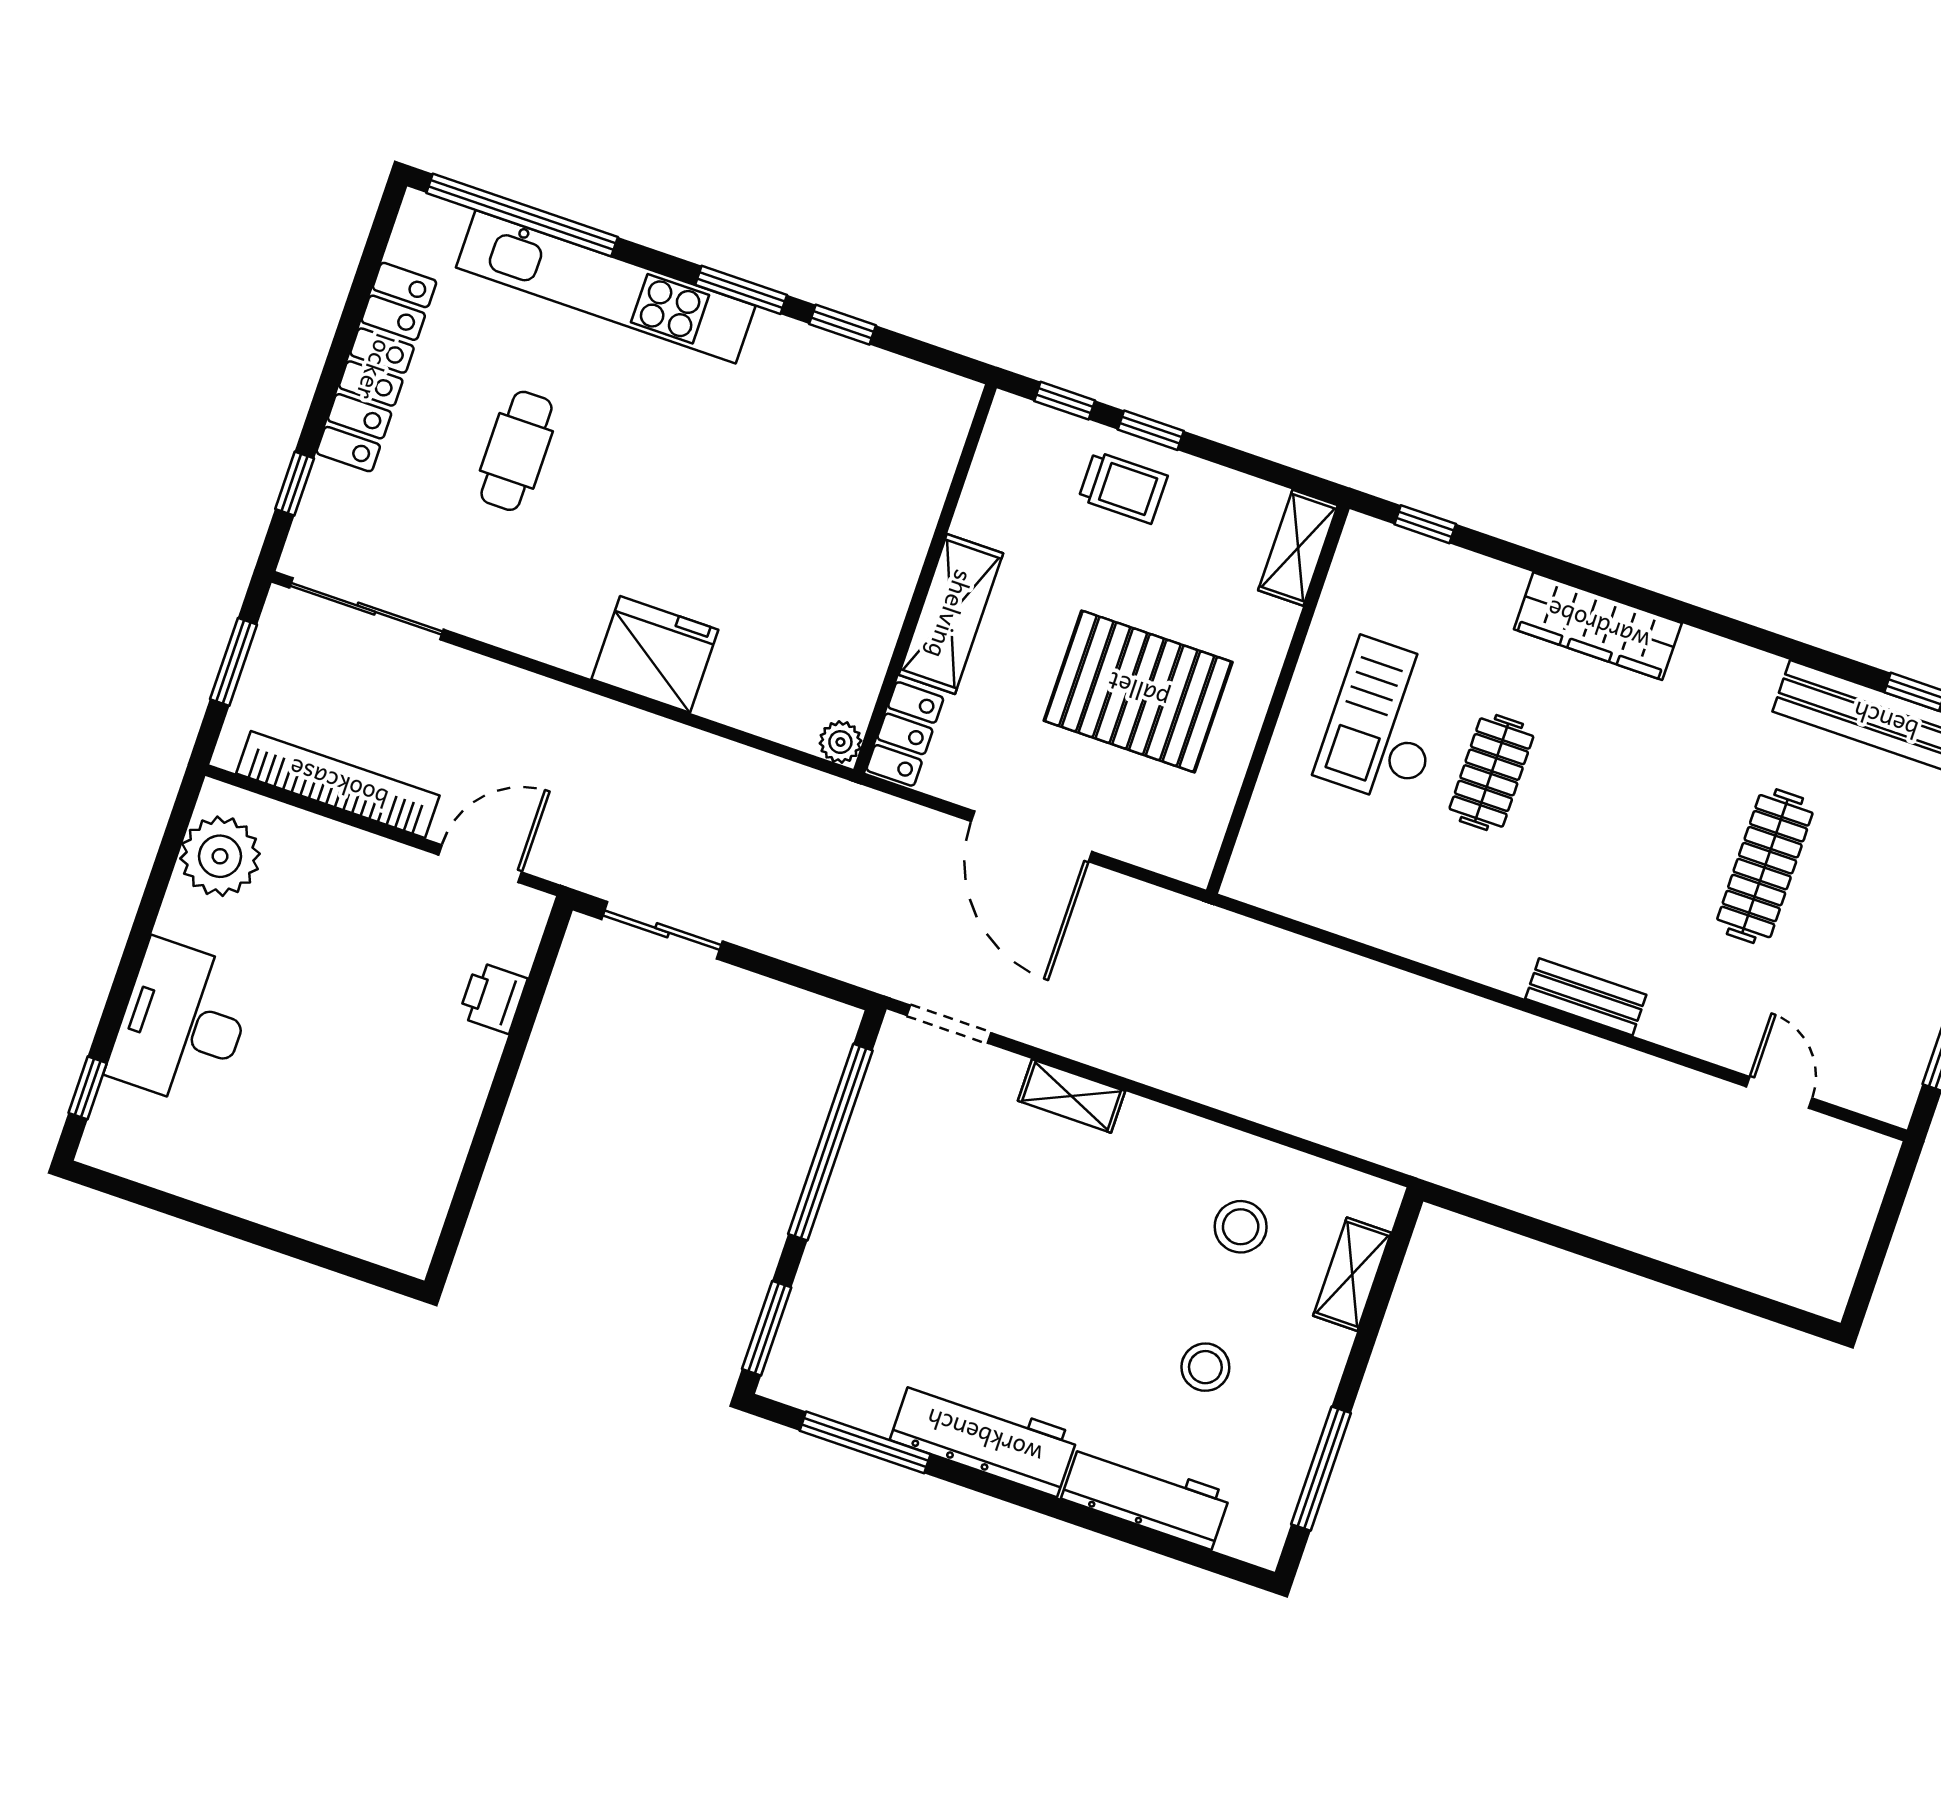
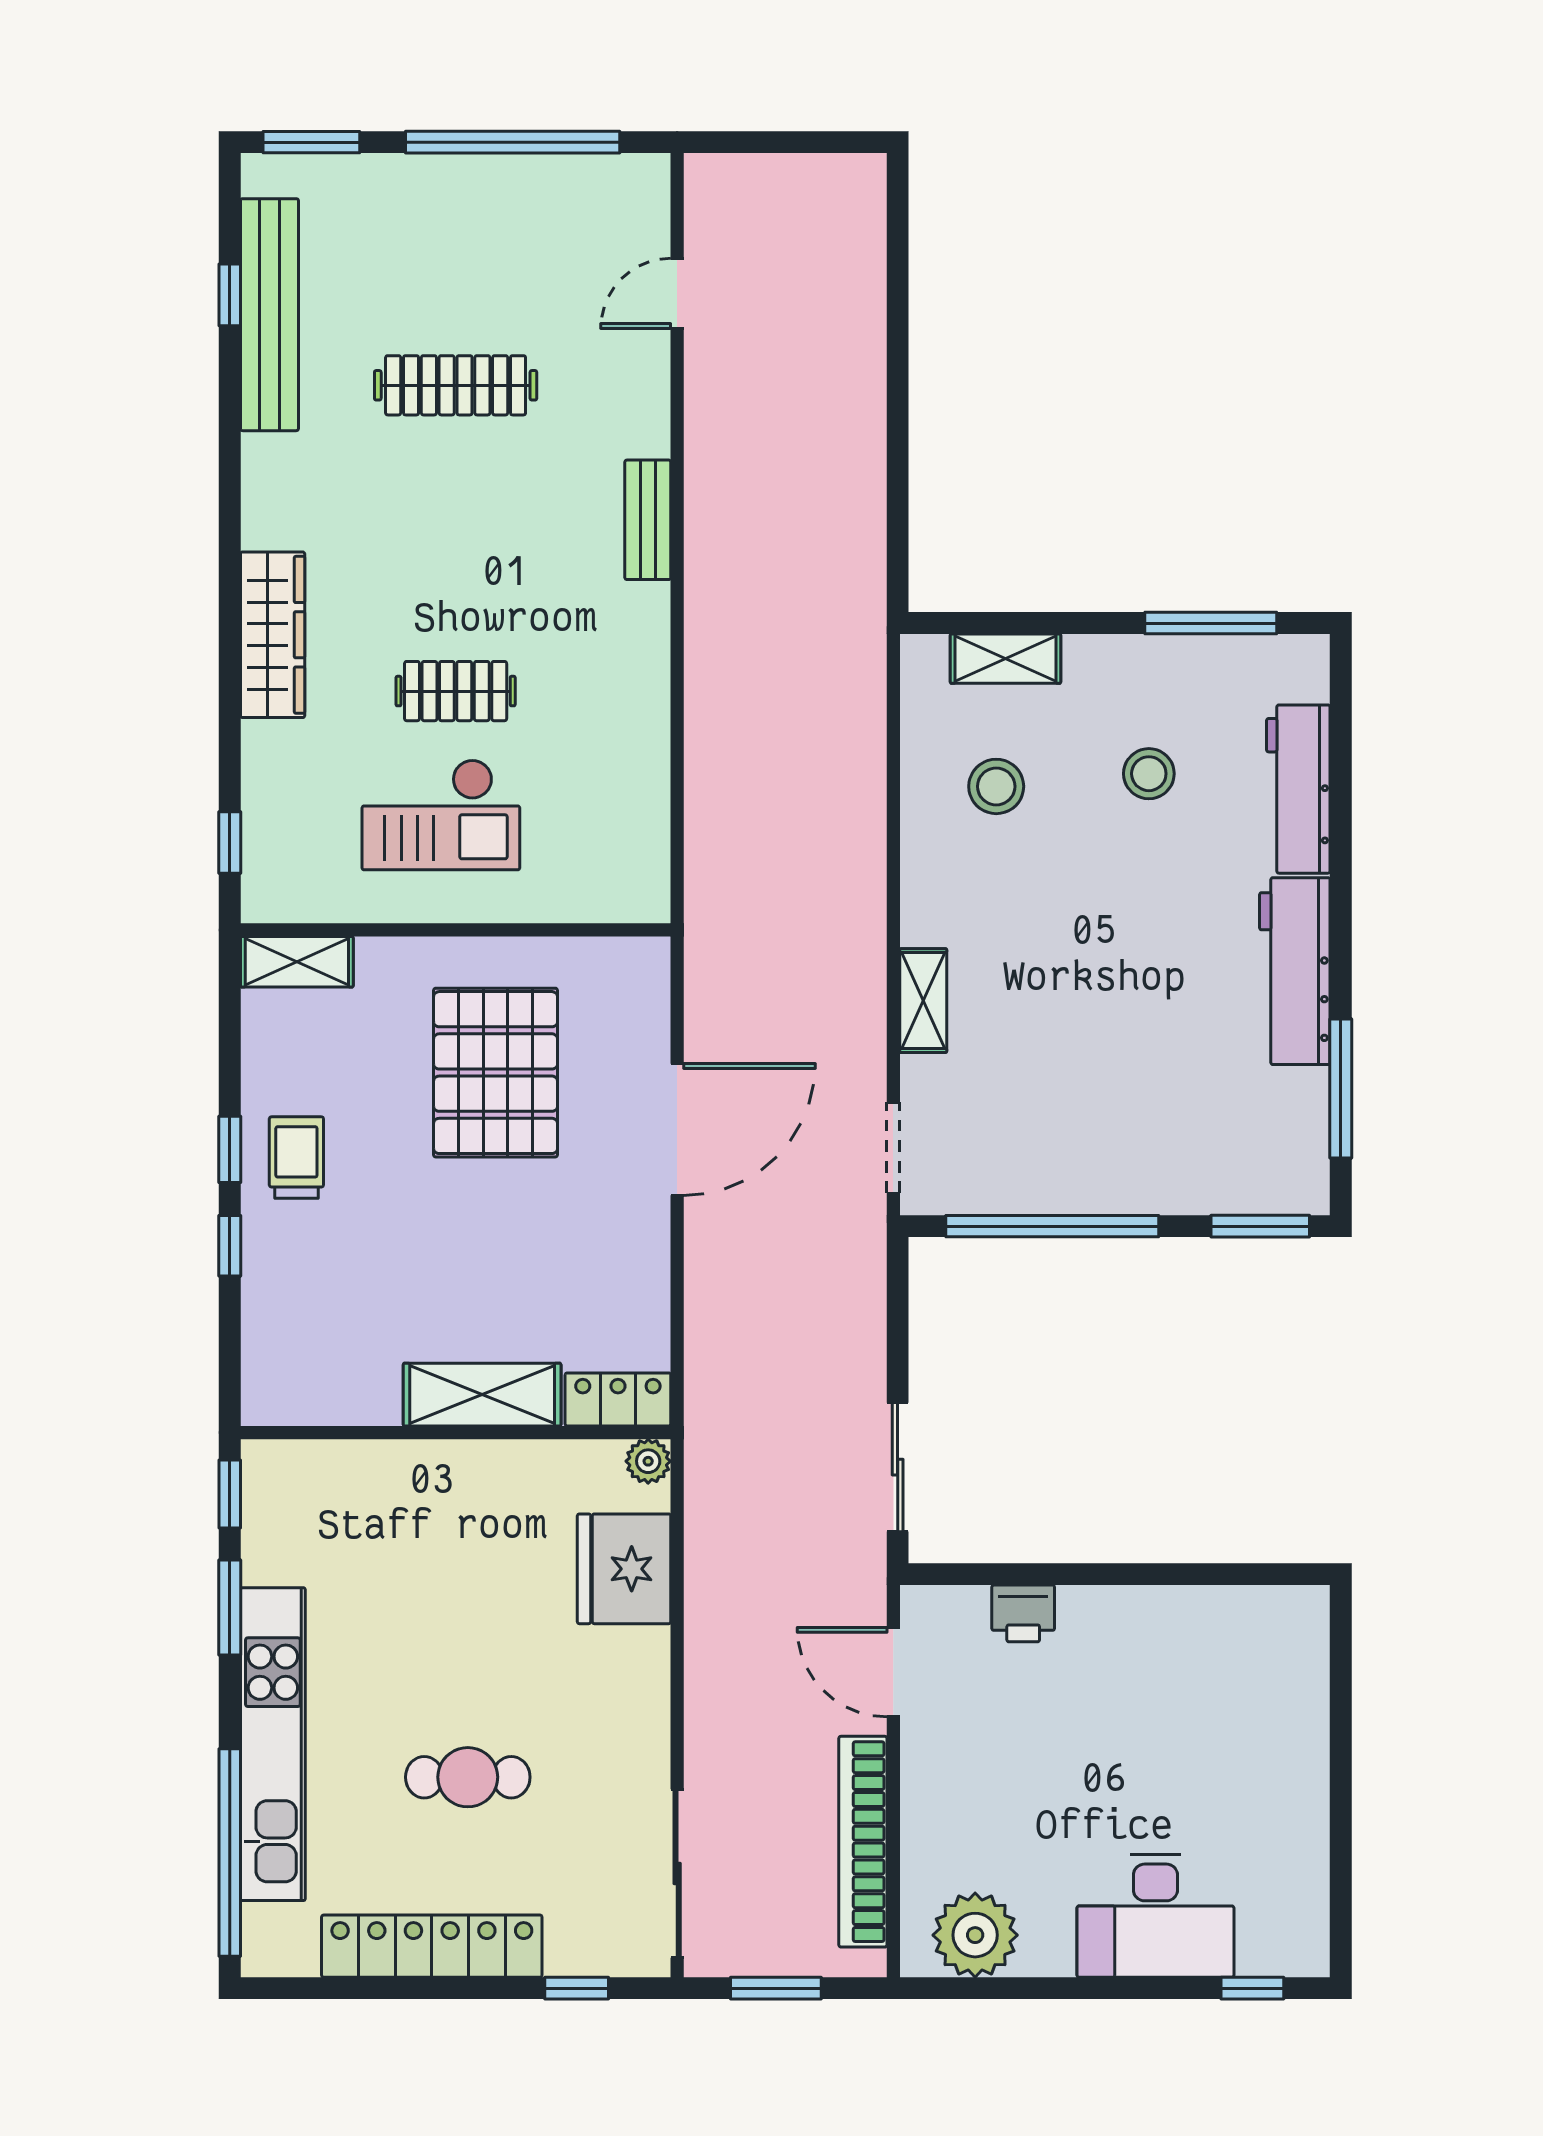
wall: (925, 579) -> (456, 1433), moved
shelving: (951, 614) -> (482, 1395), moved
locker: (905, 734) -> (618, 1399), moved
plant: (840, 742) -> (648, 1461), moved

